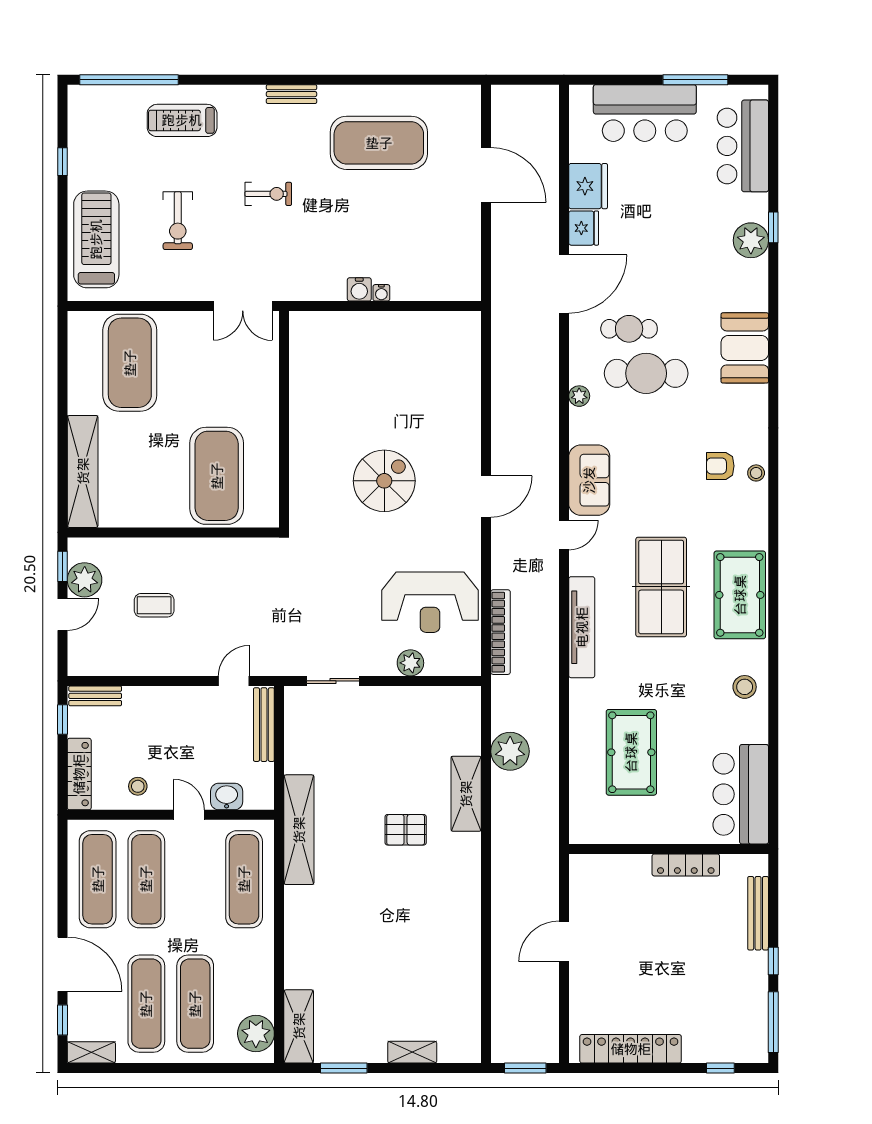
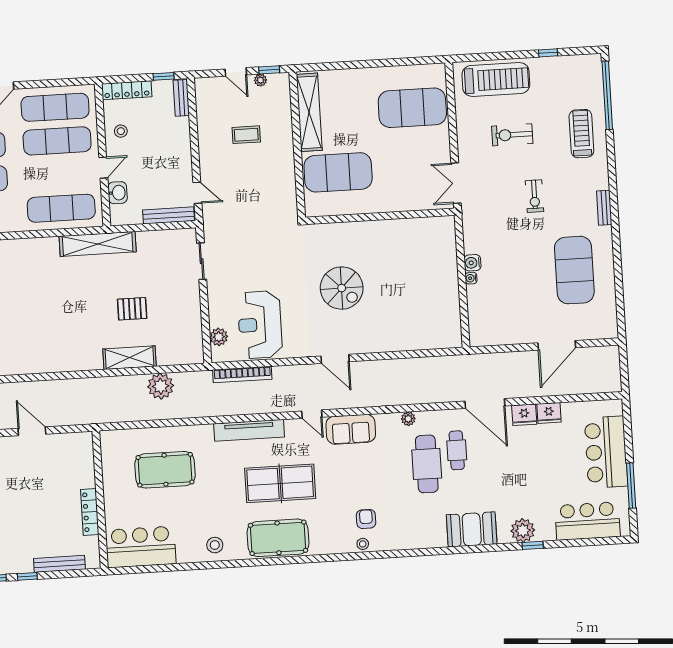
fridge: (588, 186) -> (549, 413), width x0.73, depth x0.75
booth: (745, 348) -> (472, 529), moved
shelving: (83, 471) -> (309, 112), moved, turned 90
plant: (85, 580) -> (260, 80), width x0.53, depth x0.53
coffee table: (154, 605) -> (246, 135), turned 90
plant: (410, 663) -> (219, 337), moved
pallet: (406, 830) -> (132, 309), moved, turned 90

